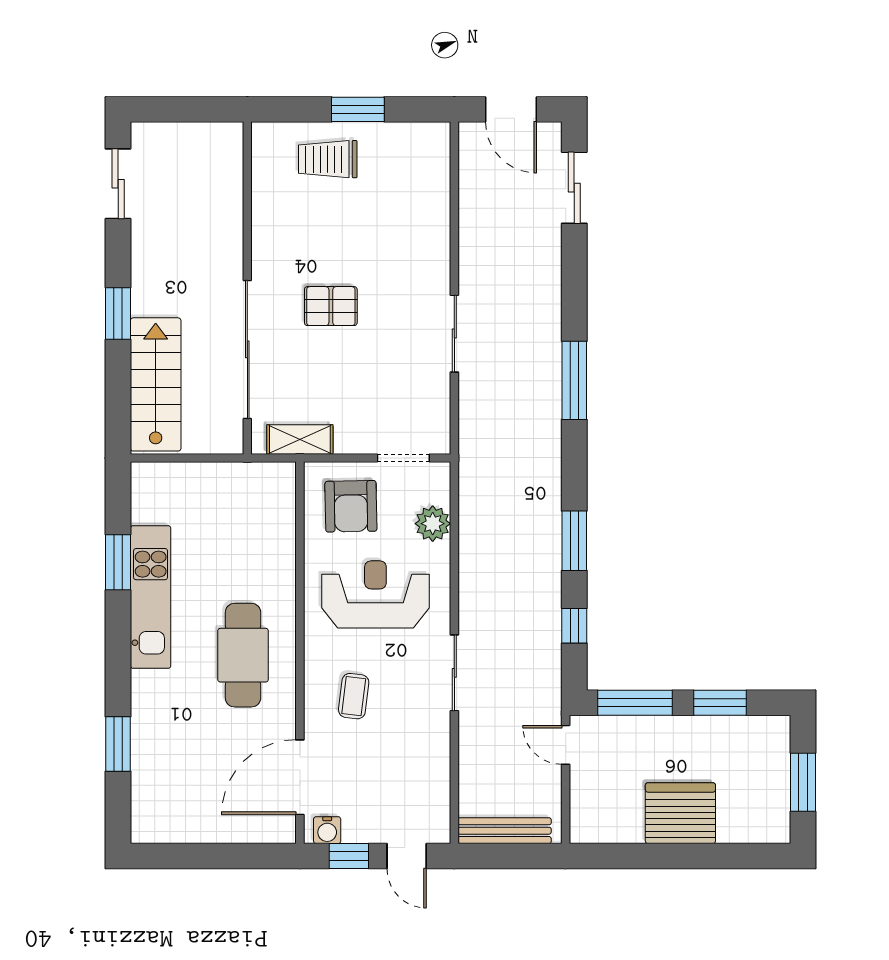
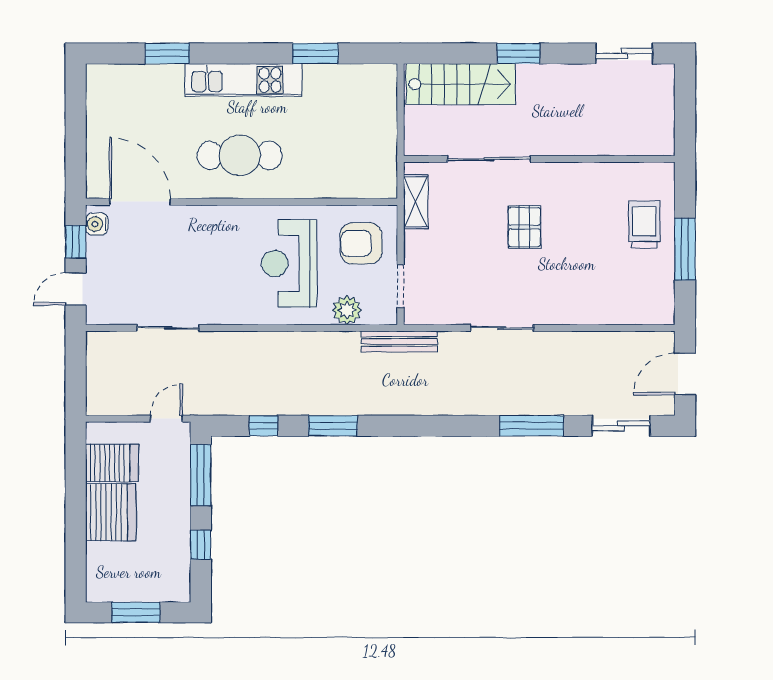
window: (358, 109) -> (685, 249), width x1.44
sliding door: (247, 349) -> (489, 159), width x0.73
window: (574, 380) -> (532, 426), moved
reception desk: (375, 594) -> (289, 263), turned 180
kitchen unit: (151, 597) -> (243, 80), moved
sliding door: (454, 673) -> (168, 328), moved
coffee table: (354, 696) -> (206, 246), removed
window: (720, 703) -> (201, 545), width x0.67
server rack: (620, 811) -> (112, 463), added
bench: (505, 831) -> (399, 341), moved, turned 90

